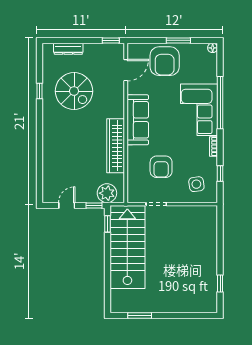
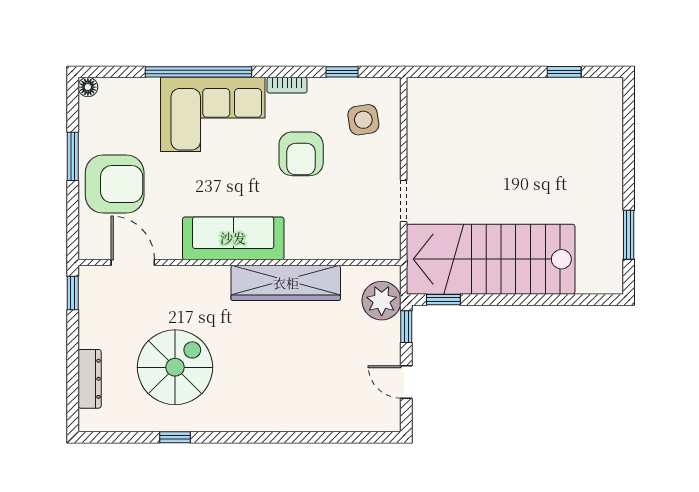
armchair: (161, 167) -> (301, 154), moved, turned 90

